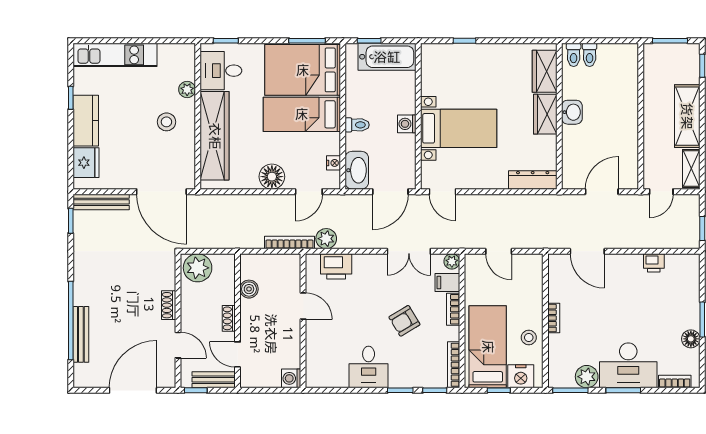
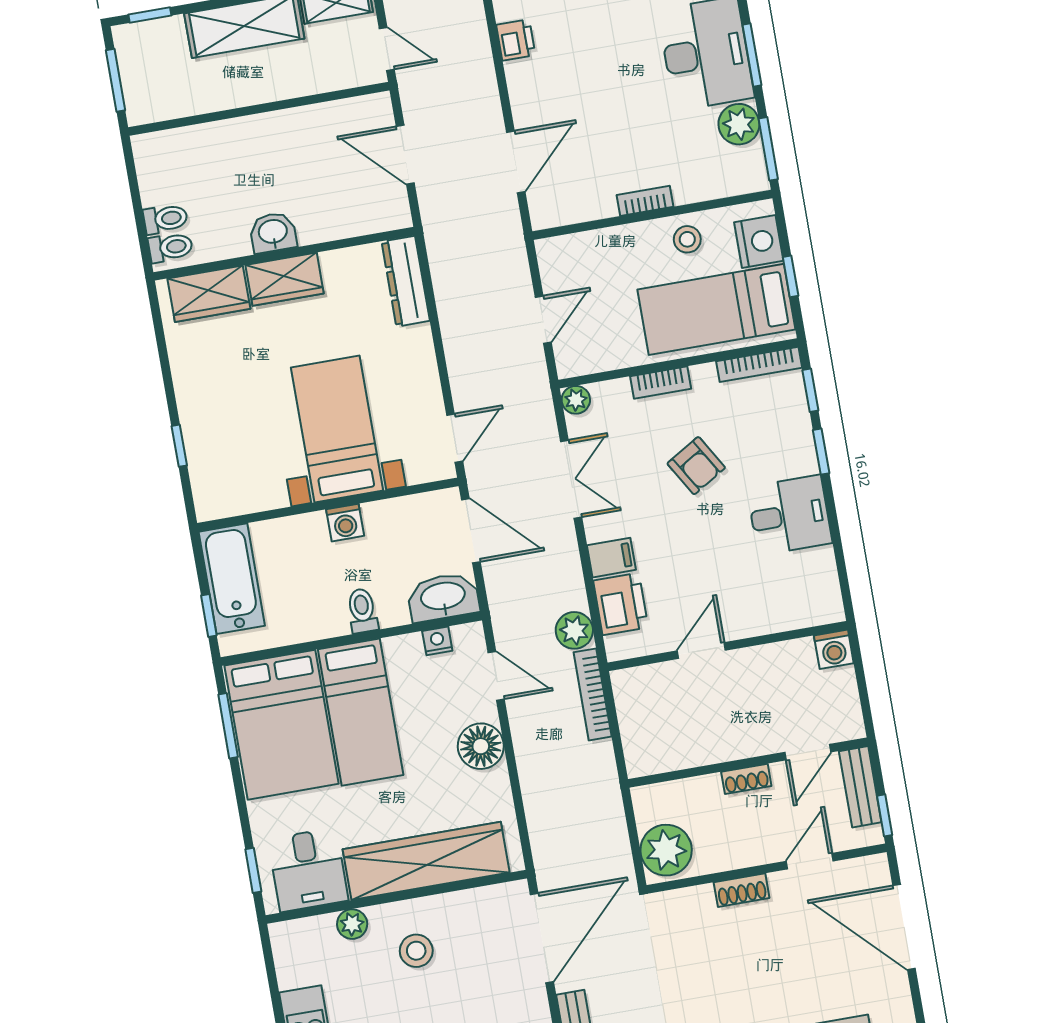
filing cabinet: (447, 283) -> (611, 558), moved, turned -90
boiler: (249, 289) -> (688, 752), removed

